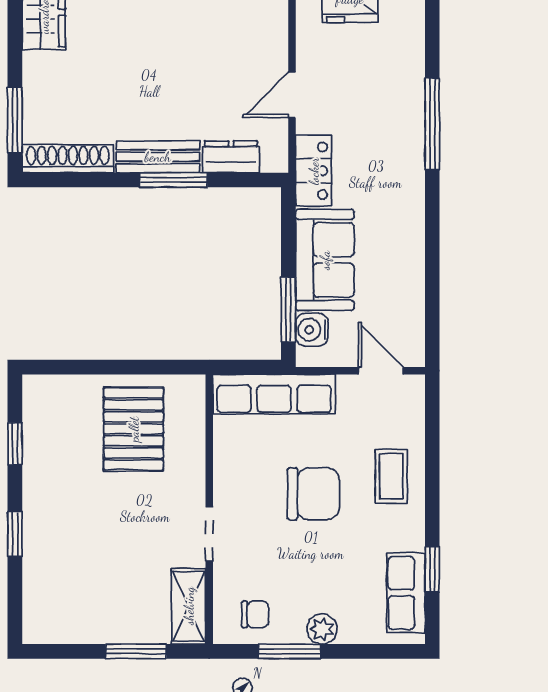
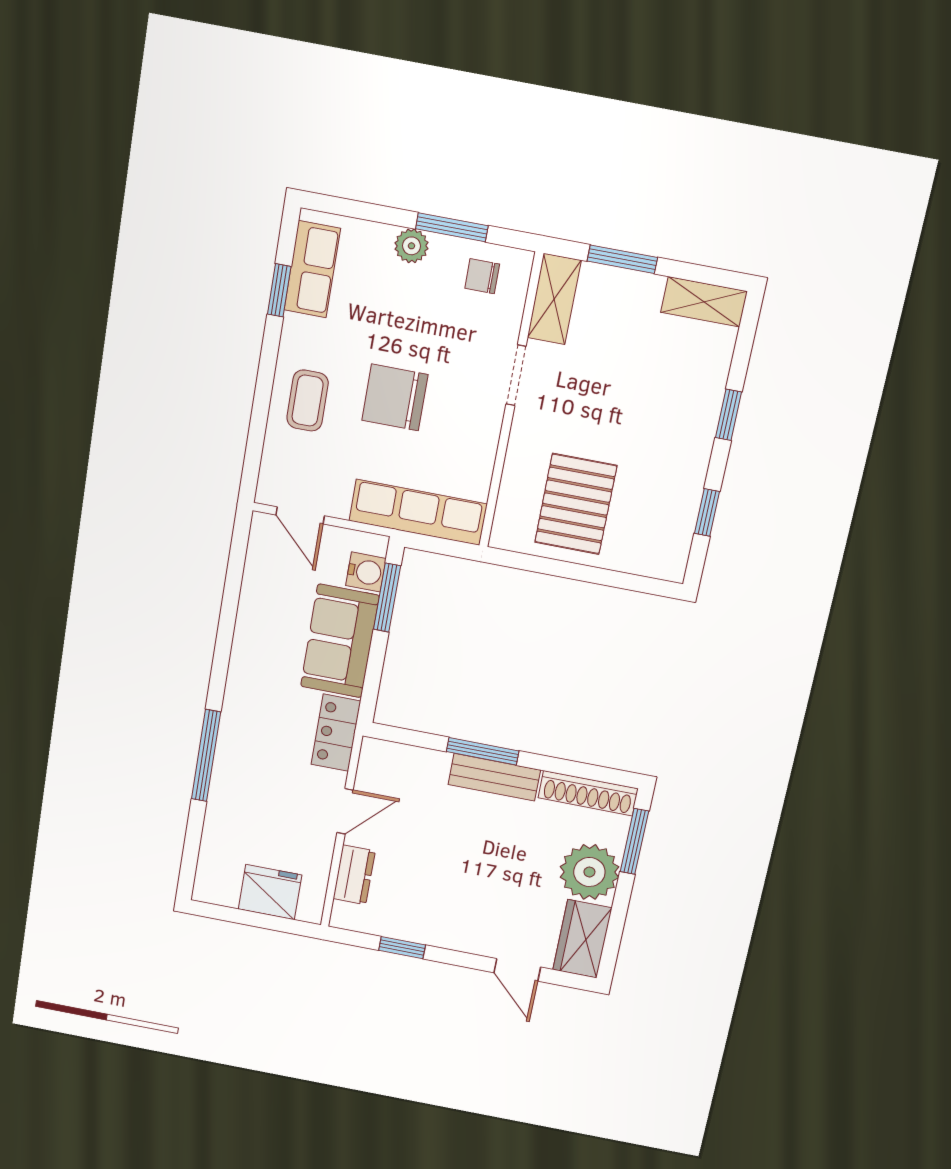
plant: (51, 81) -> (589, 872), added
dresser: (231, 157) -> (354, 875), moved, turned -90
shelving: (58, 628) -> (704, 302), added

